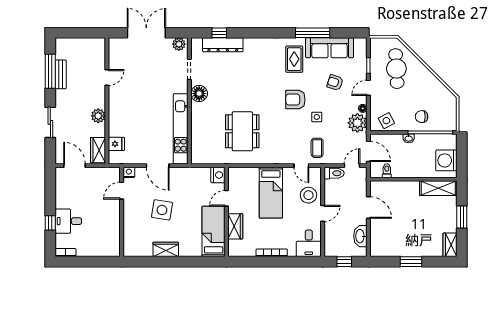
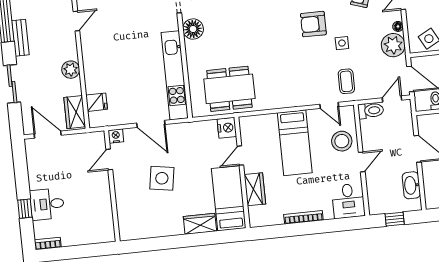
bench: (61, 74) -> (20, 38), moved
dining table: (242, 131) -> (229, 89), moved, turned 90
wardrobe: (166, 249) -> (200, 224), moved

